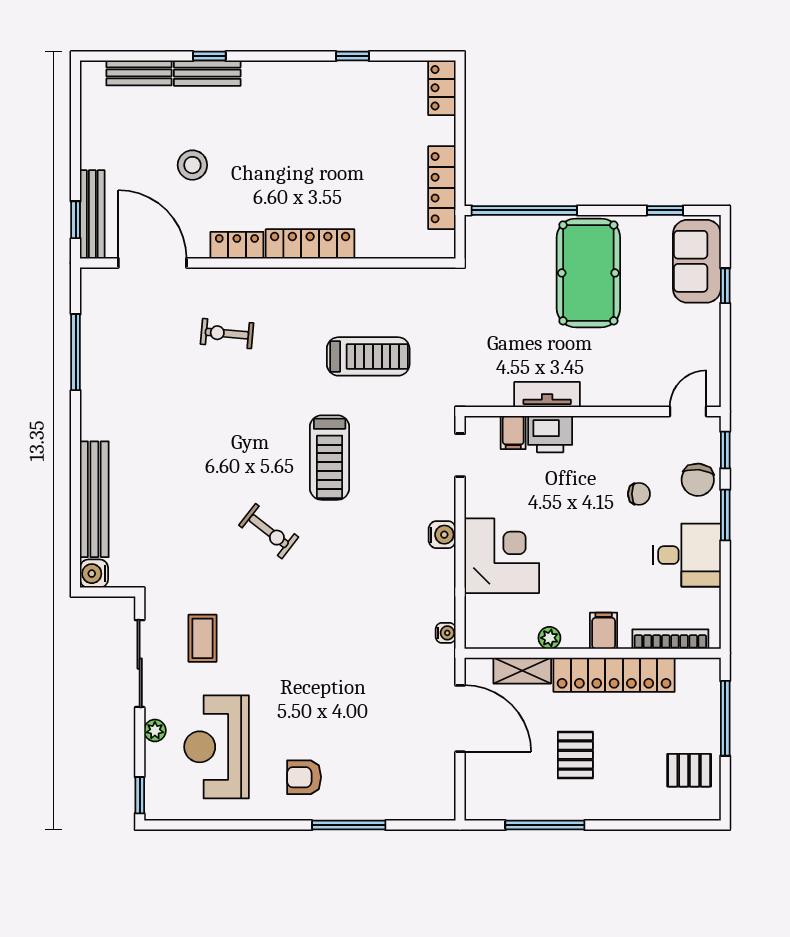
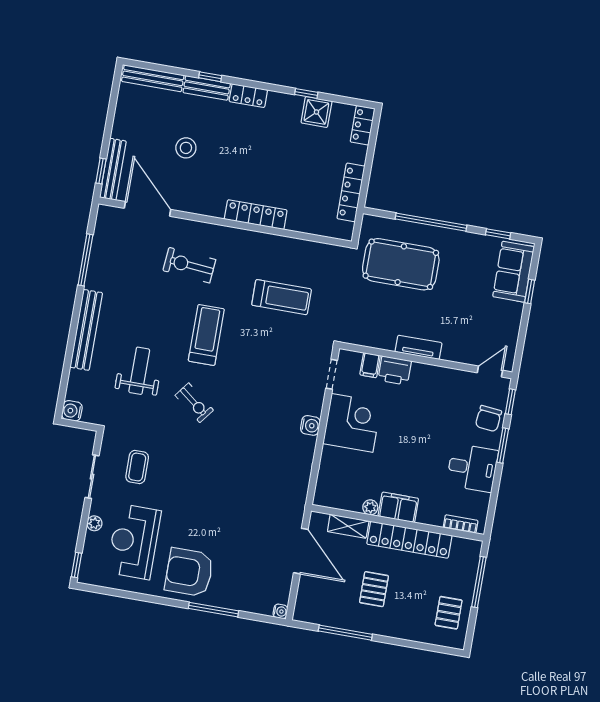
bench: (139, 73) -> (153, 78), width x1.36
shower: (372, 80) -> (316, 112), added
window: (524, 210) -> (431, 222), moved
locker: (237, 245) -> (248, 96), moved, turned 180
pool table: (588, 273) -> (401, 264), moved, turned 90
exercise bike: (227, 334) -> (189, 265), width x1.38, depth x1.39
tv unit: (547, 395) -> (419, 347), moved
treadmill: (330, 458) -> (206, 335), moved, turned 180
chair: (639, 494) -> (447, 421), removed
bench: (94, 499) -> (86, 330), moved
weight bench: (181, 499) -> (139, 371), added
corner desk: (502, 556) -> (352, 423), moved
filing cabinet: (604, 631) -> (398, 507), width x2.00
water cooler: (446, 633) -> (280, 611), moved
bookcase: (670, 639) -> (461, 524), width x0.64
sliding door: (140, 664) -> (92, 477), width x0.73
pallet: (689, 770) -> (449, 613), turned 90
armchair: (304, 777) -> (189, 572), width x1.88, depth x1.88

